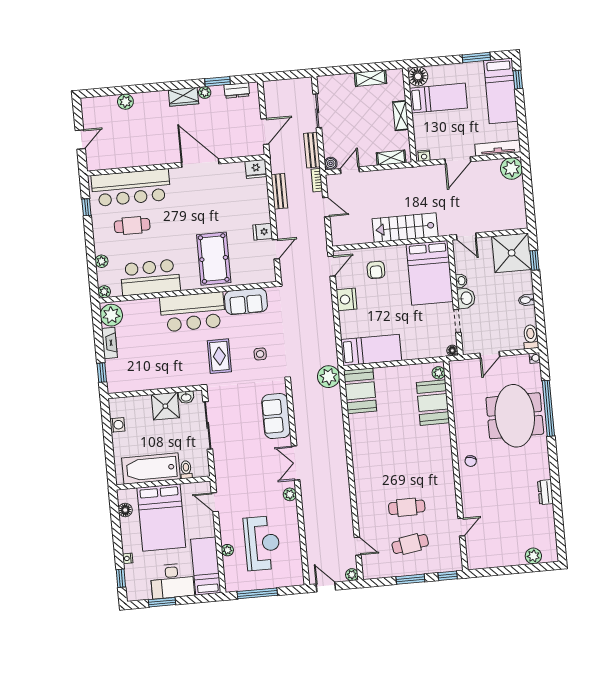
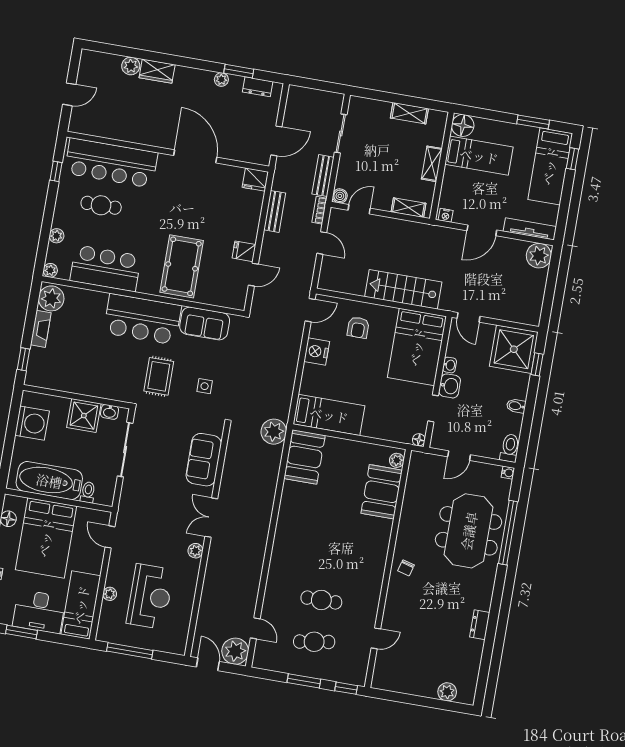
wardrobe: (183, 97) -> (157, 71), moved
washing machine: (117, 425) -> (32, 423), width x1.89, depth x1.89
plant: (352, 575) -> (235, 651), width x1.88, depth x1.88

